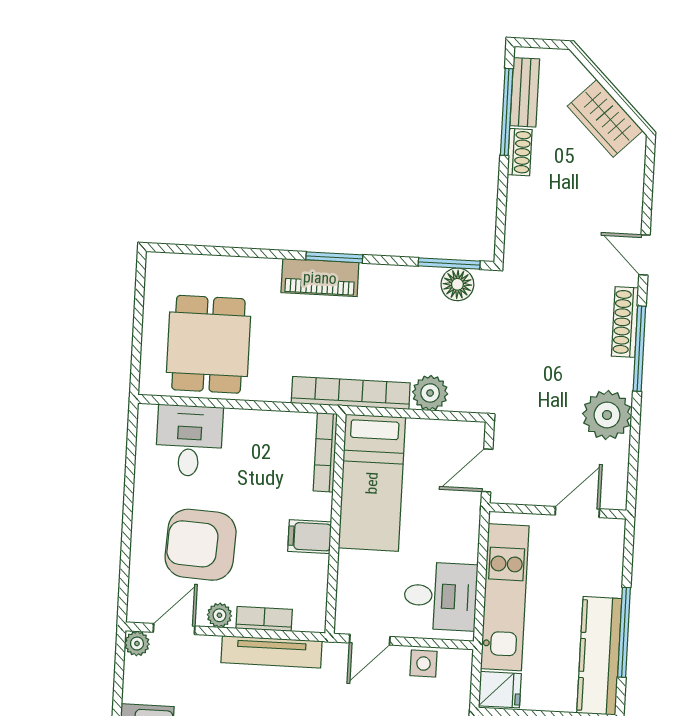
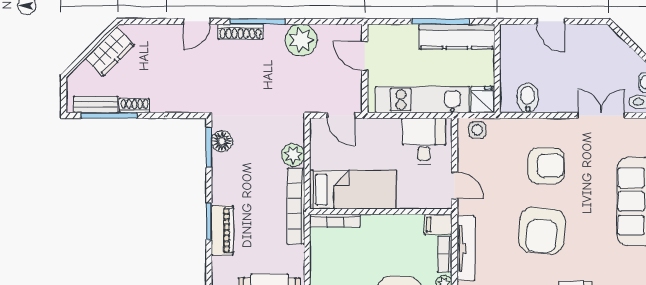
filing cabinet: (310, 537) -> (438, 224), moved, turned 90
side table: (424, 664) -> (477, 130), moved

